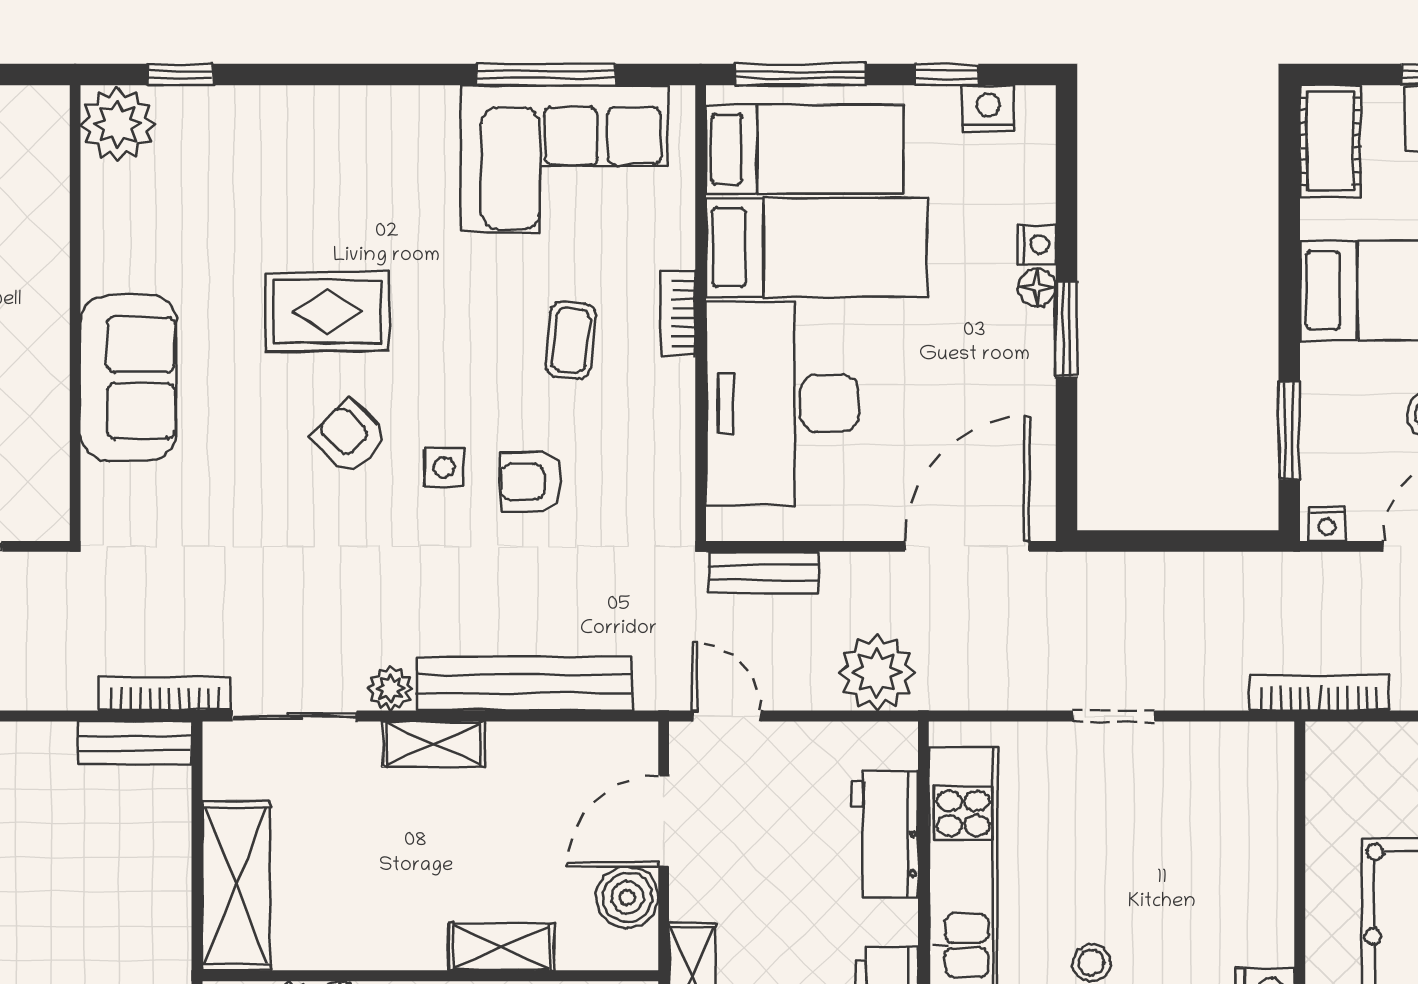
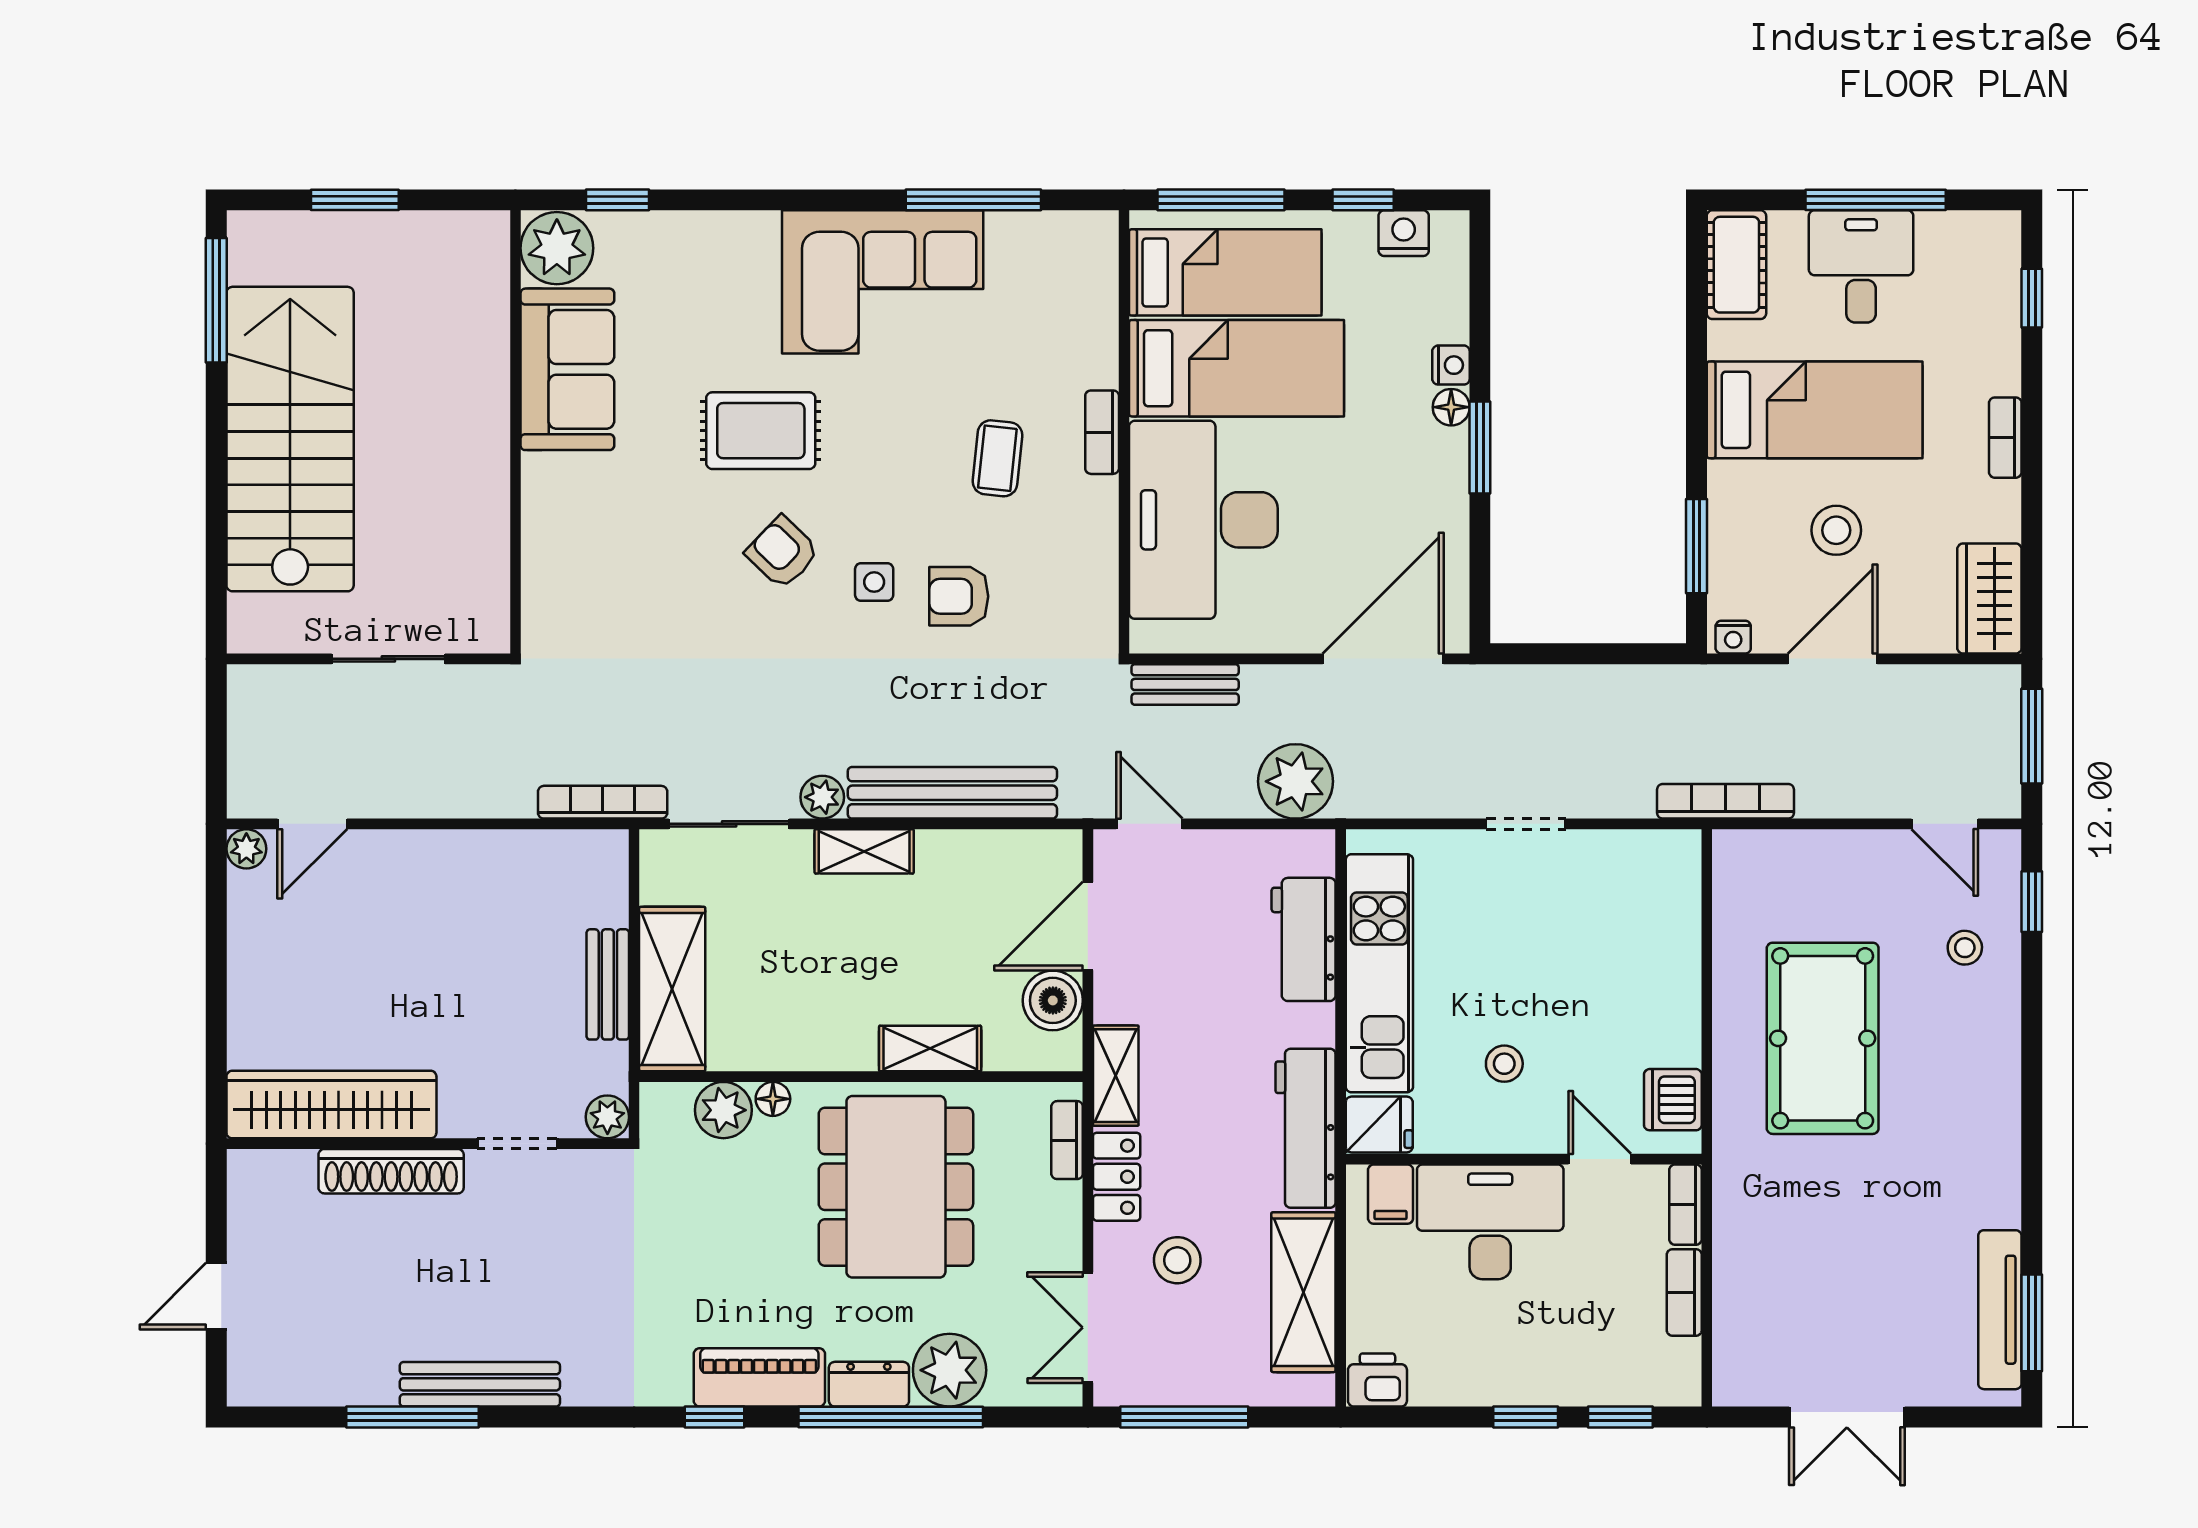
corner sofa: (564, 159) -> (883, 282), moved
sofa: (128, 378) -> (567, 369), moved
bench: (135, 743) -> (608, 984), moved, turned 90

